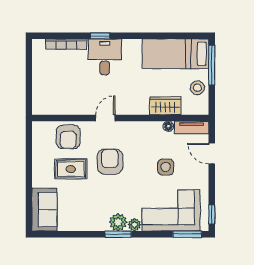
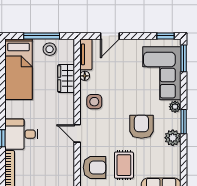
window: (212, 65) -> (42, 36), moved
armchair: (110, 162) -> (141, 127), moved, turned 90
side table: (166, 167) -> (94, 102), moved
plant: (118, 222) -> (173, 138), moved

